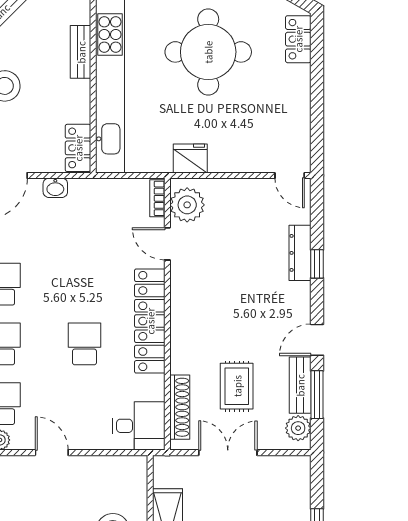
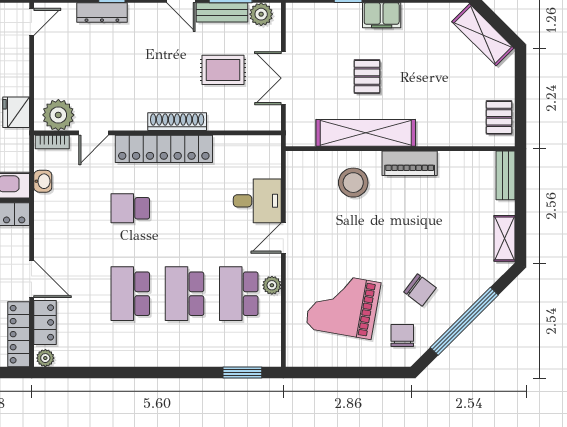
washbasin: (55, 188) -> (43, 181), moved
school desk: (84, 344) -> (130, 208), moved
shoe rack: (180, 407) -> (177, 122), moved
desk: (139, 426) -> (257, 201), moved, turned 90

